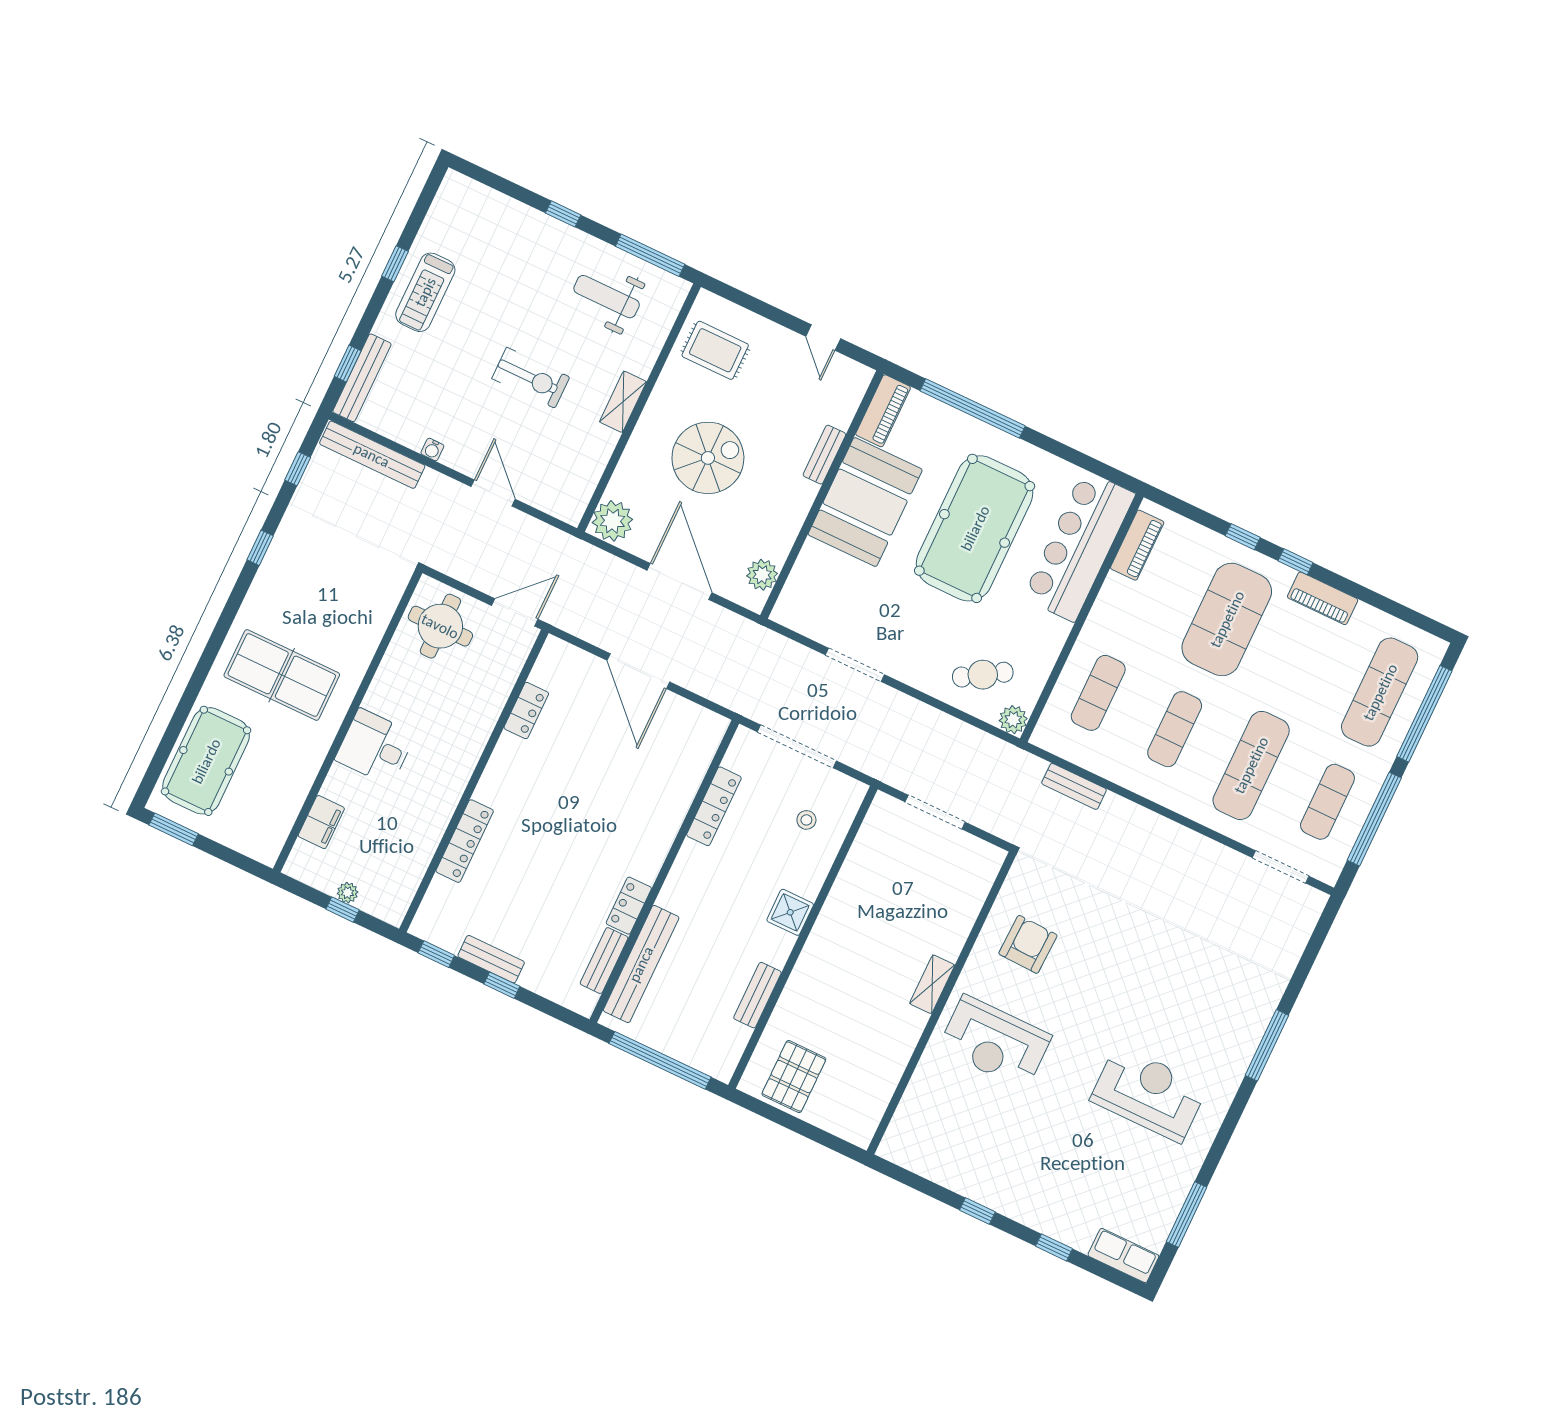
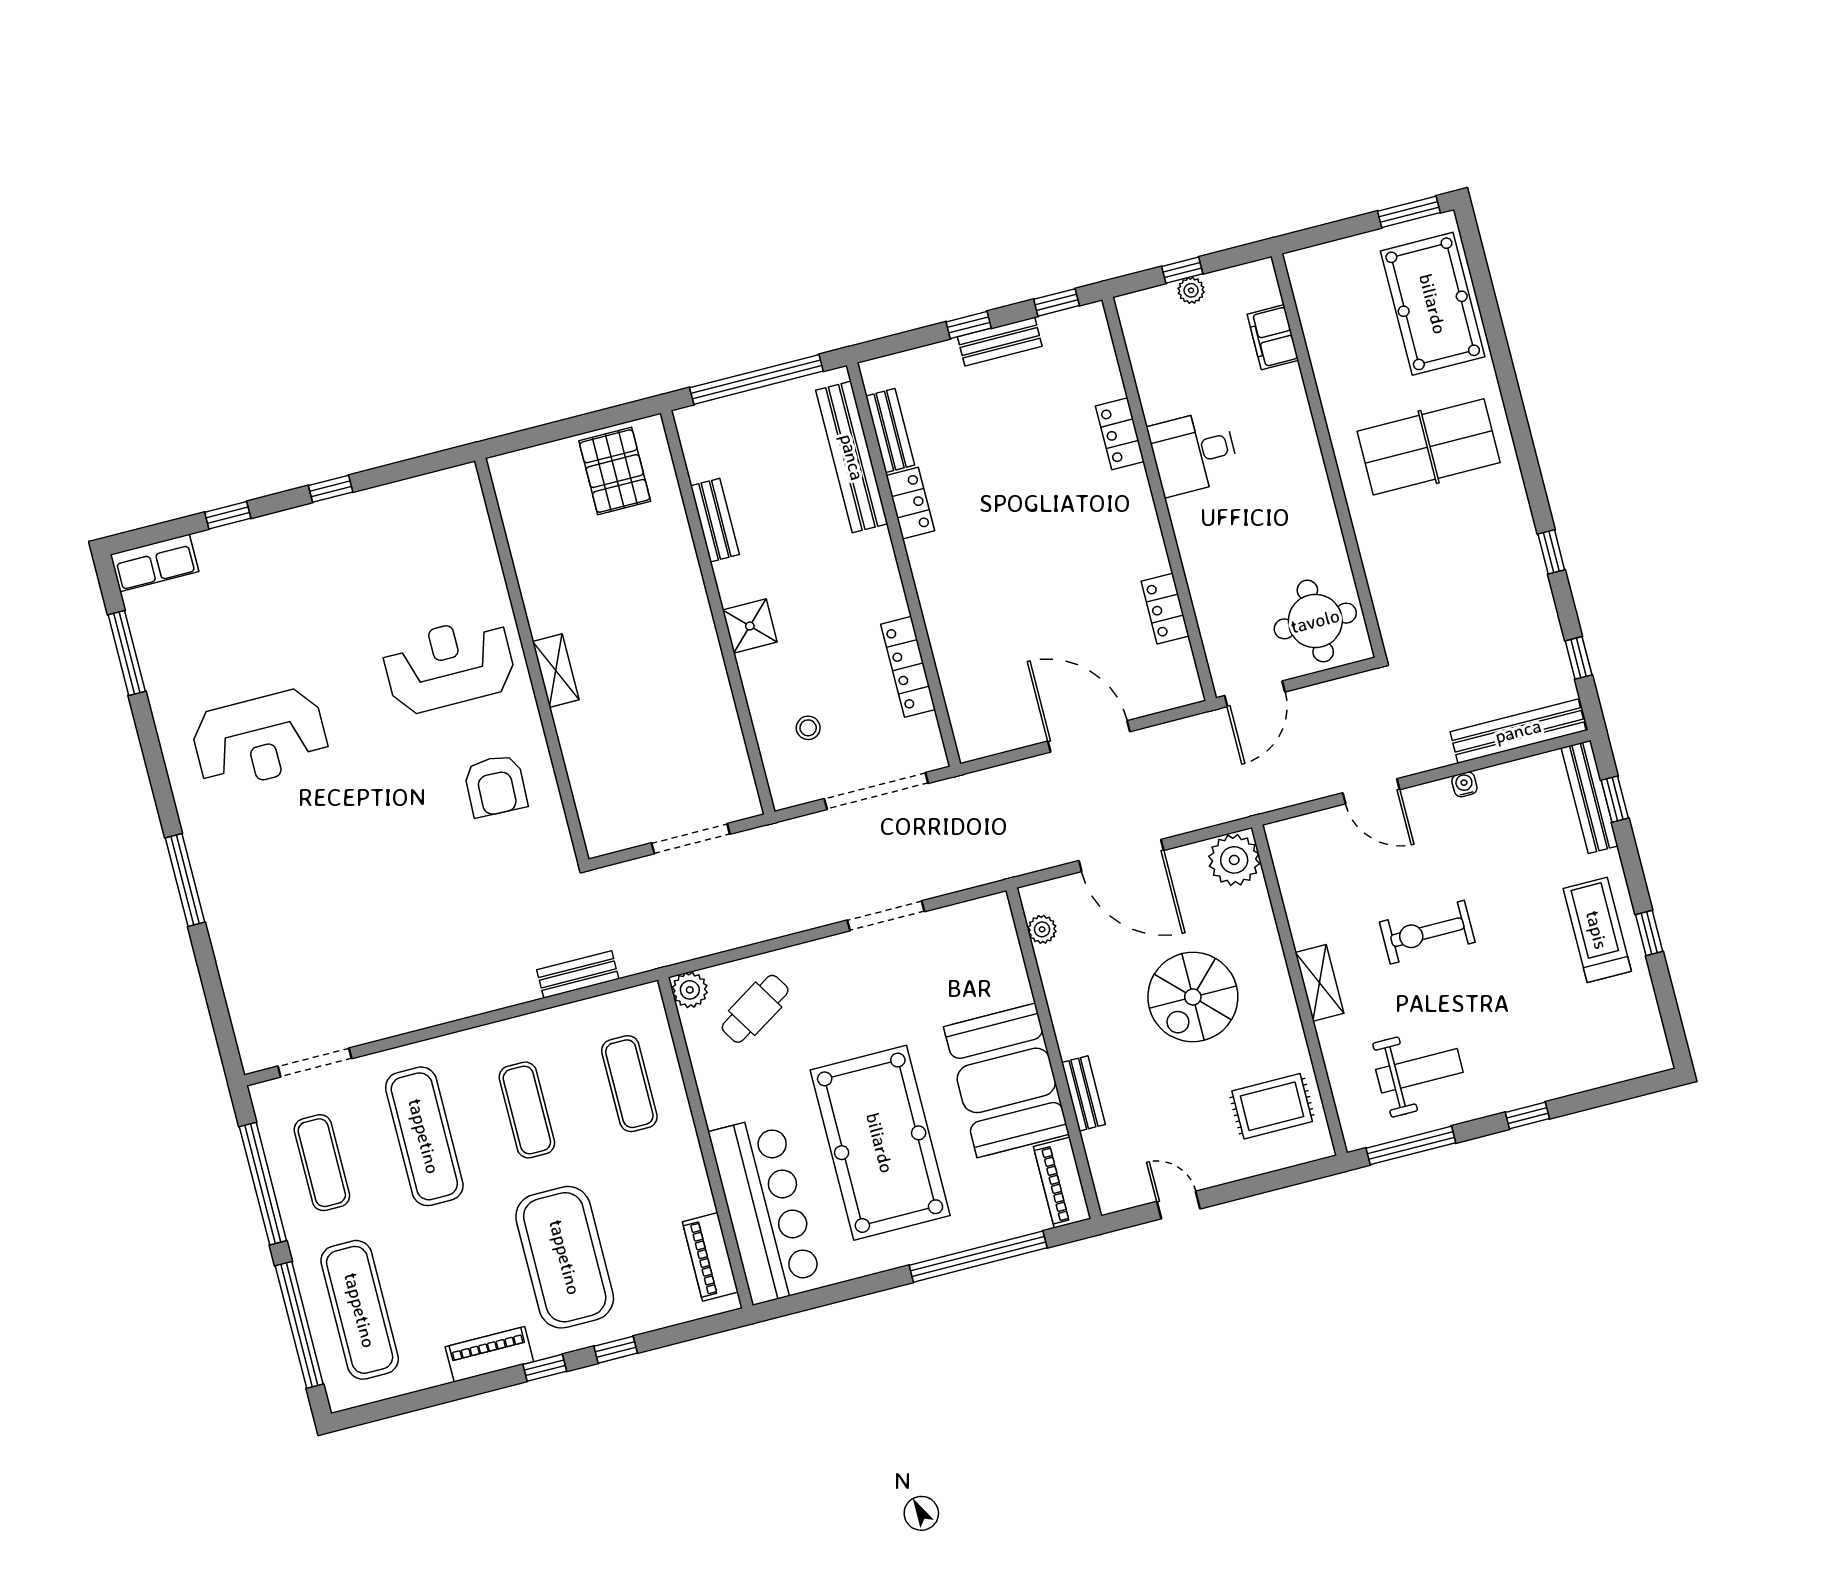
plant: (762, 575) -> (1042, 929), width x0.73, depth x0.73
desk: (375, 747) -> (1194, 453), moved, turned 180
locker: (465, 841) -> (1120, 434), width x0.66

